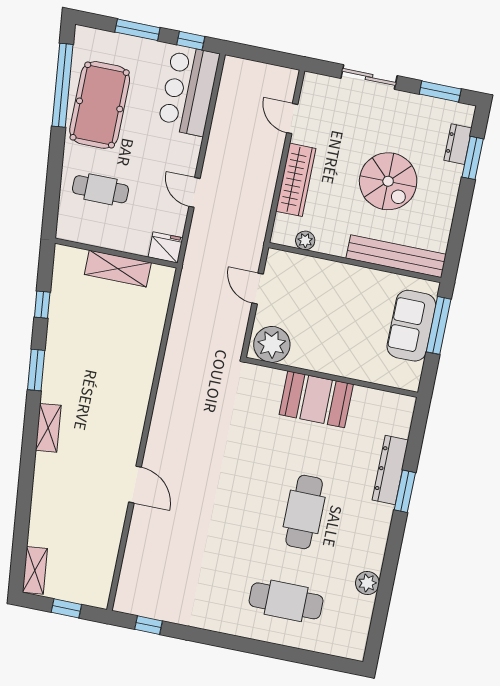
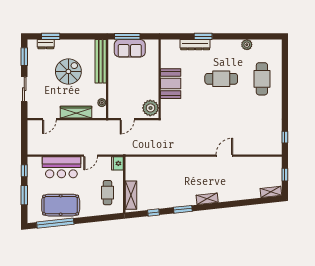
bar counter: (189, 91) -> (61, 167), moved
cafe table: (100, 189) -> (107, 193), moved
shelving: (118, 269) -> (131, 195), moved

